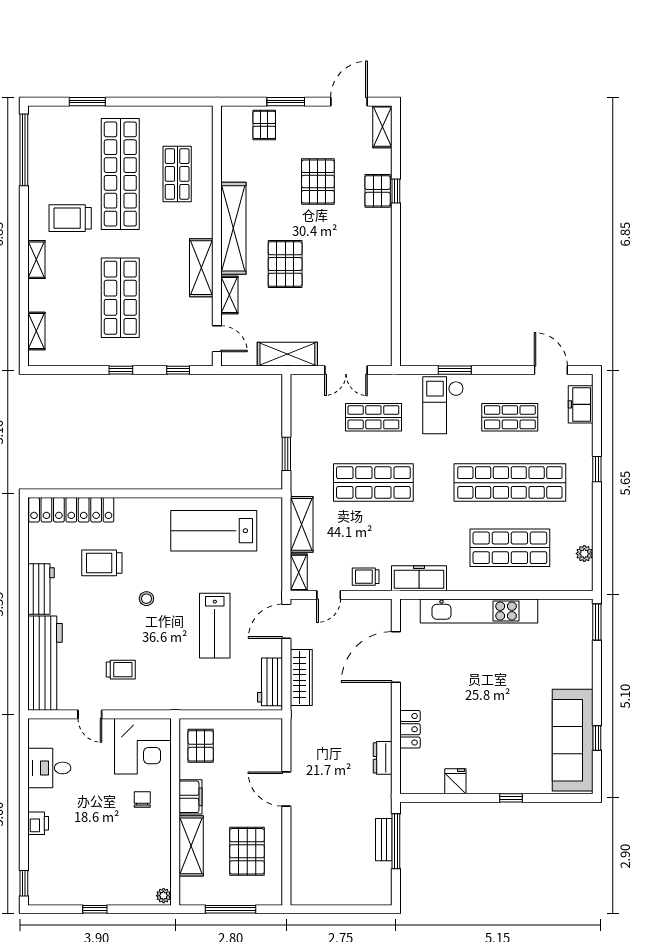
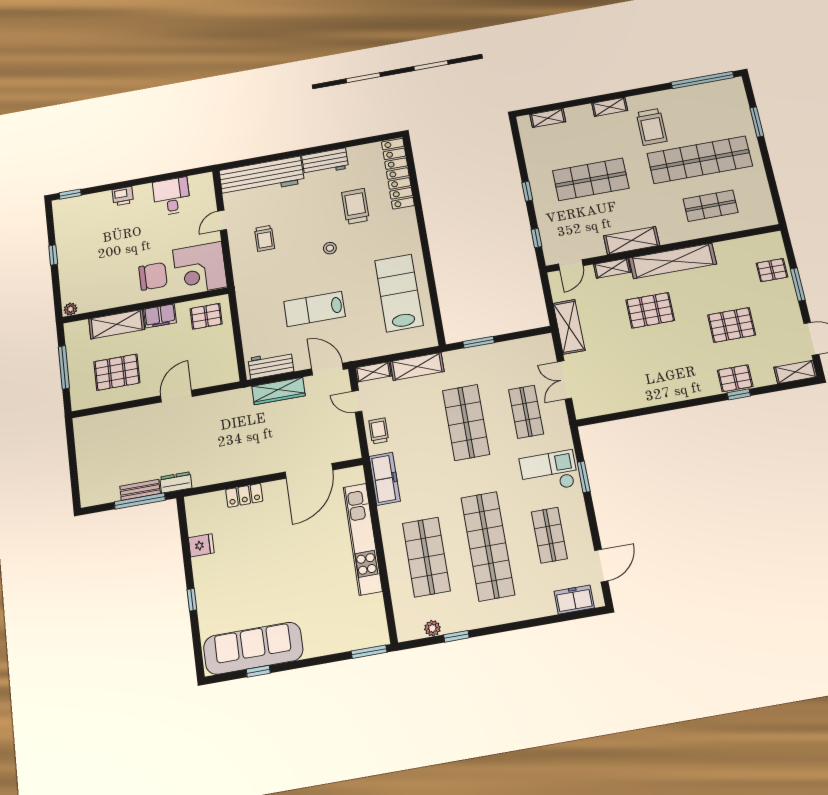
trolley: (70, 218) -> (652, 127), turned 180
window: (597, 469) -> (456, 636), moved
door: (396, 657) -> (309, 471), swing flipped
dresser: (383, 758) -> (176, 482), moved
chair: (142, 799) -> (153, 276), width x1.87, depth x1.87

